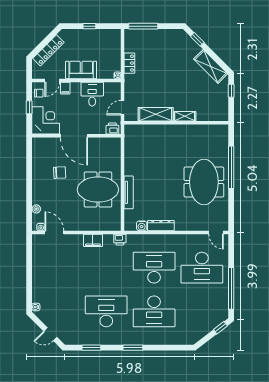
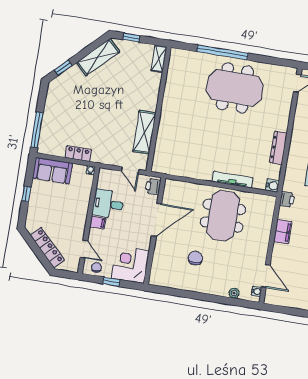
sofa: (81, 70) -> (52, 171), moved, turned -90
filing cabinet: (65, 88) -> (98, 223), moved
shelving: (185, 116) -> (159, 59), moved
door: (74, 136) -> (157, 220), moved
water cooler: (142, 226) -> (272, 185), moved
door: (54, 232) -> (266, 276), swing flipped

